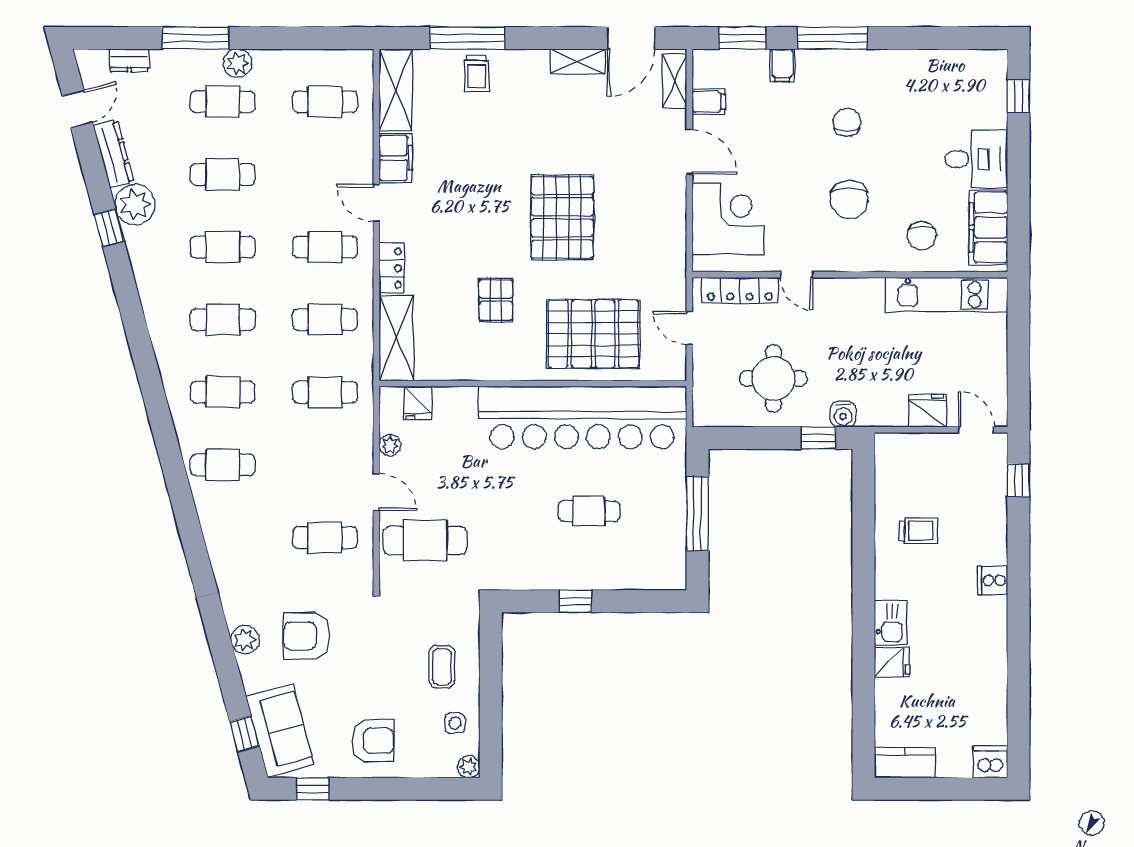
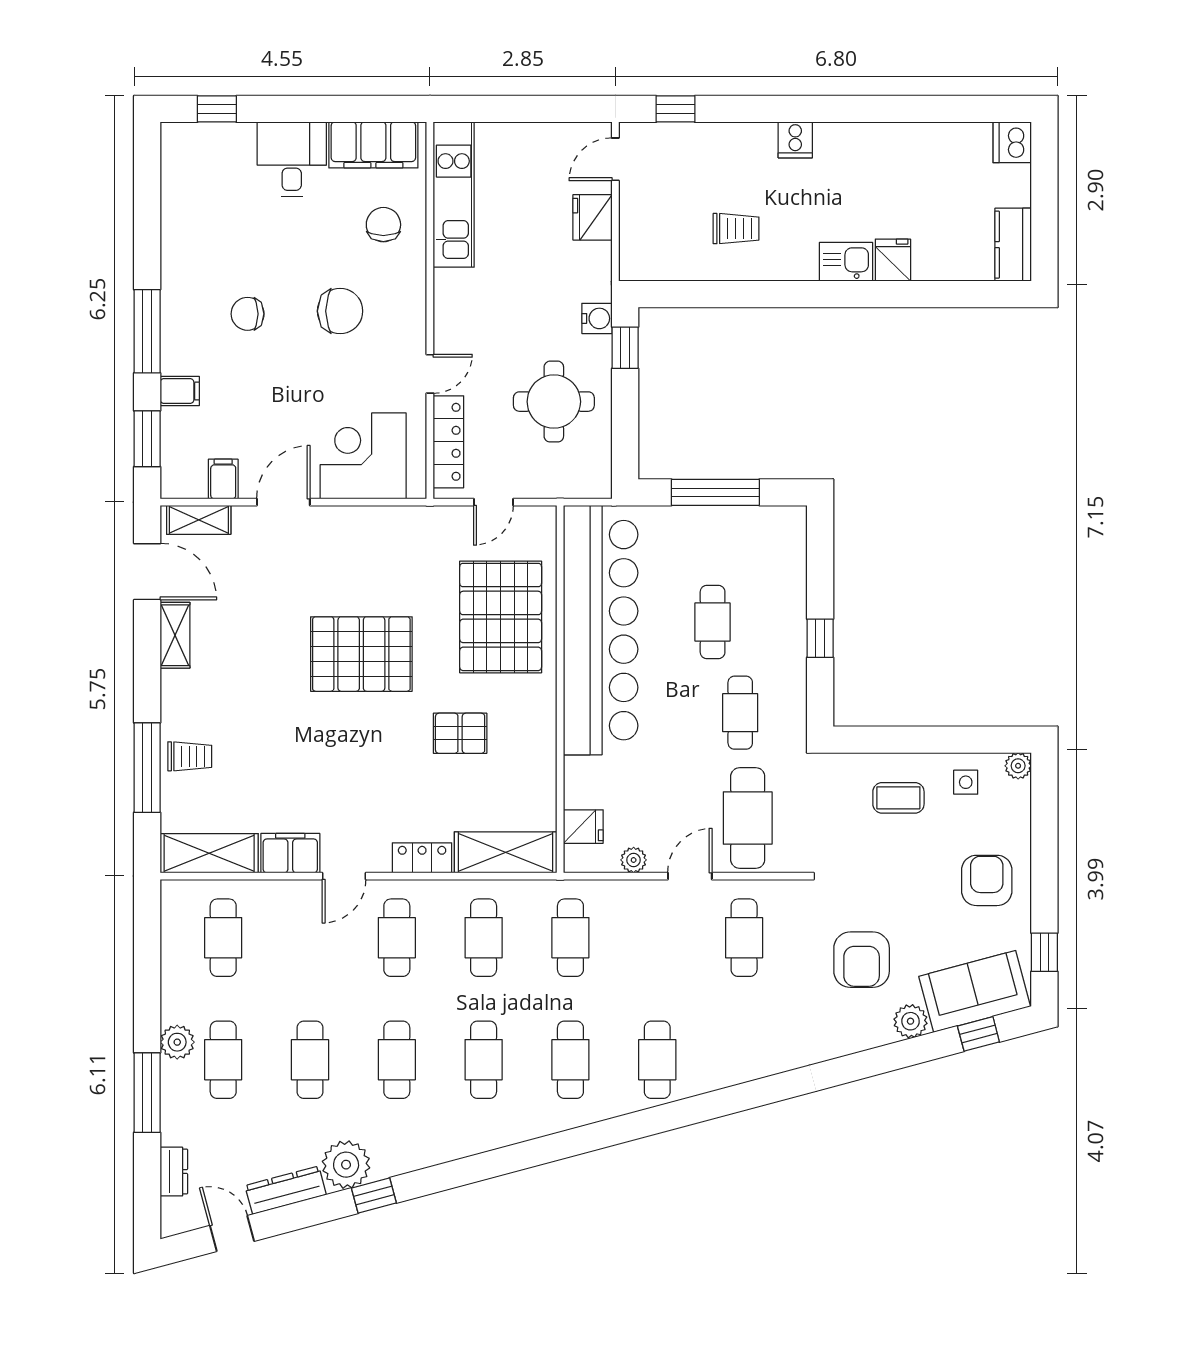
chair: (922, 236) -> (383, 225), turned -90
trolley: (918, 531) -> (736, 229), turned 90
cafe table: (513, 534) -> (740, 713), added
plant: (245, 640) -> (911, 1021), moved

